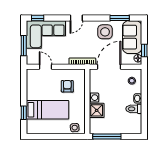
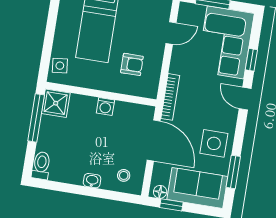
window: (38, 18) -> (251, 60), moved
toilet: (134, 109) -> (41, 165), moved
shower: (97, 110) -> (56, 103), moved

